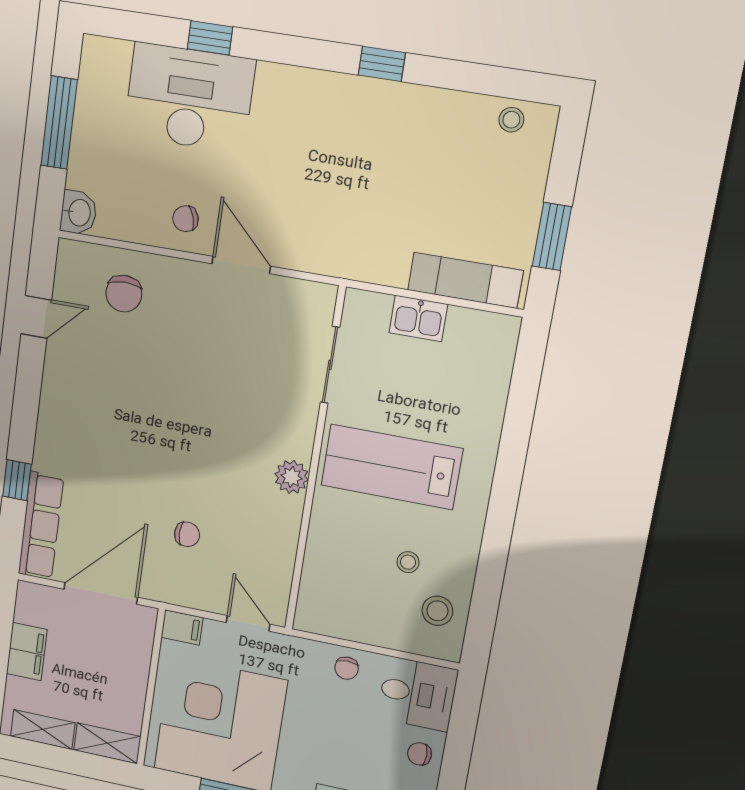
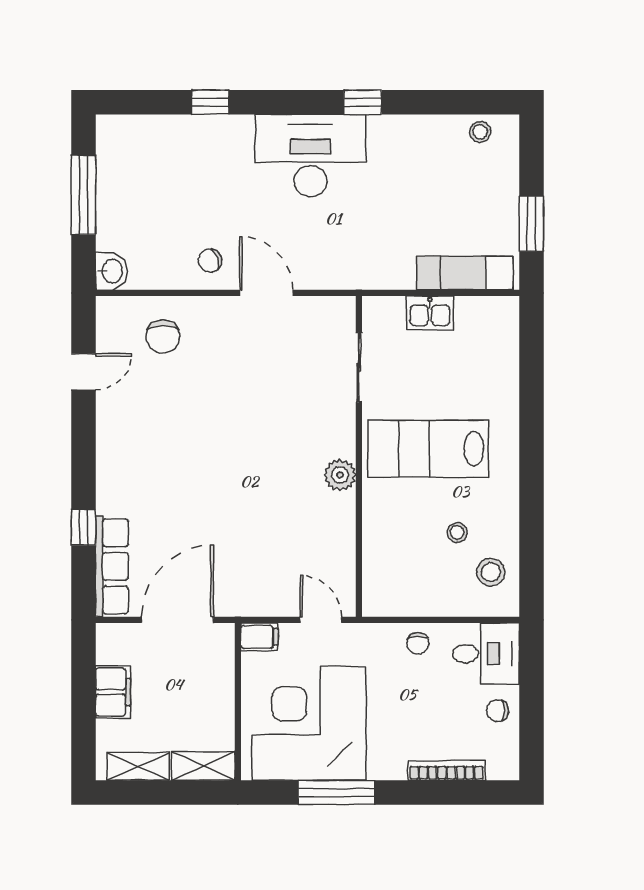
desk: (189, 98) -> (310, 156), moved
chair: (187, 534) -> (252, 547), removed

